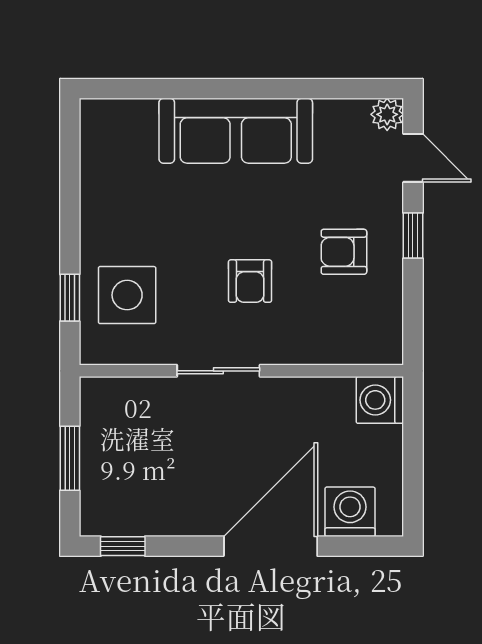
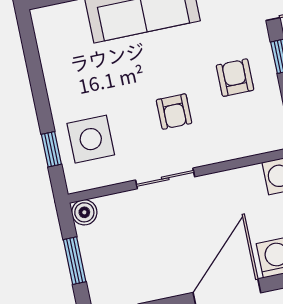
armchair: (344, 252) -> (235, 78), turned 90
boiler: (97, 394) -> (84, 212), added

